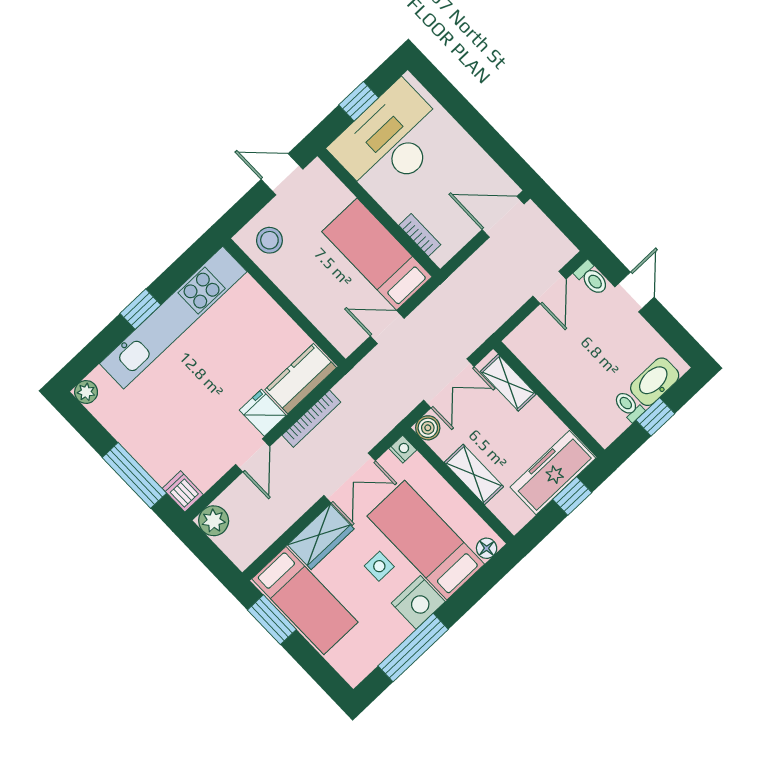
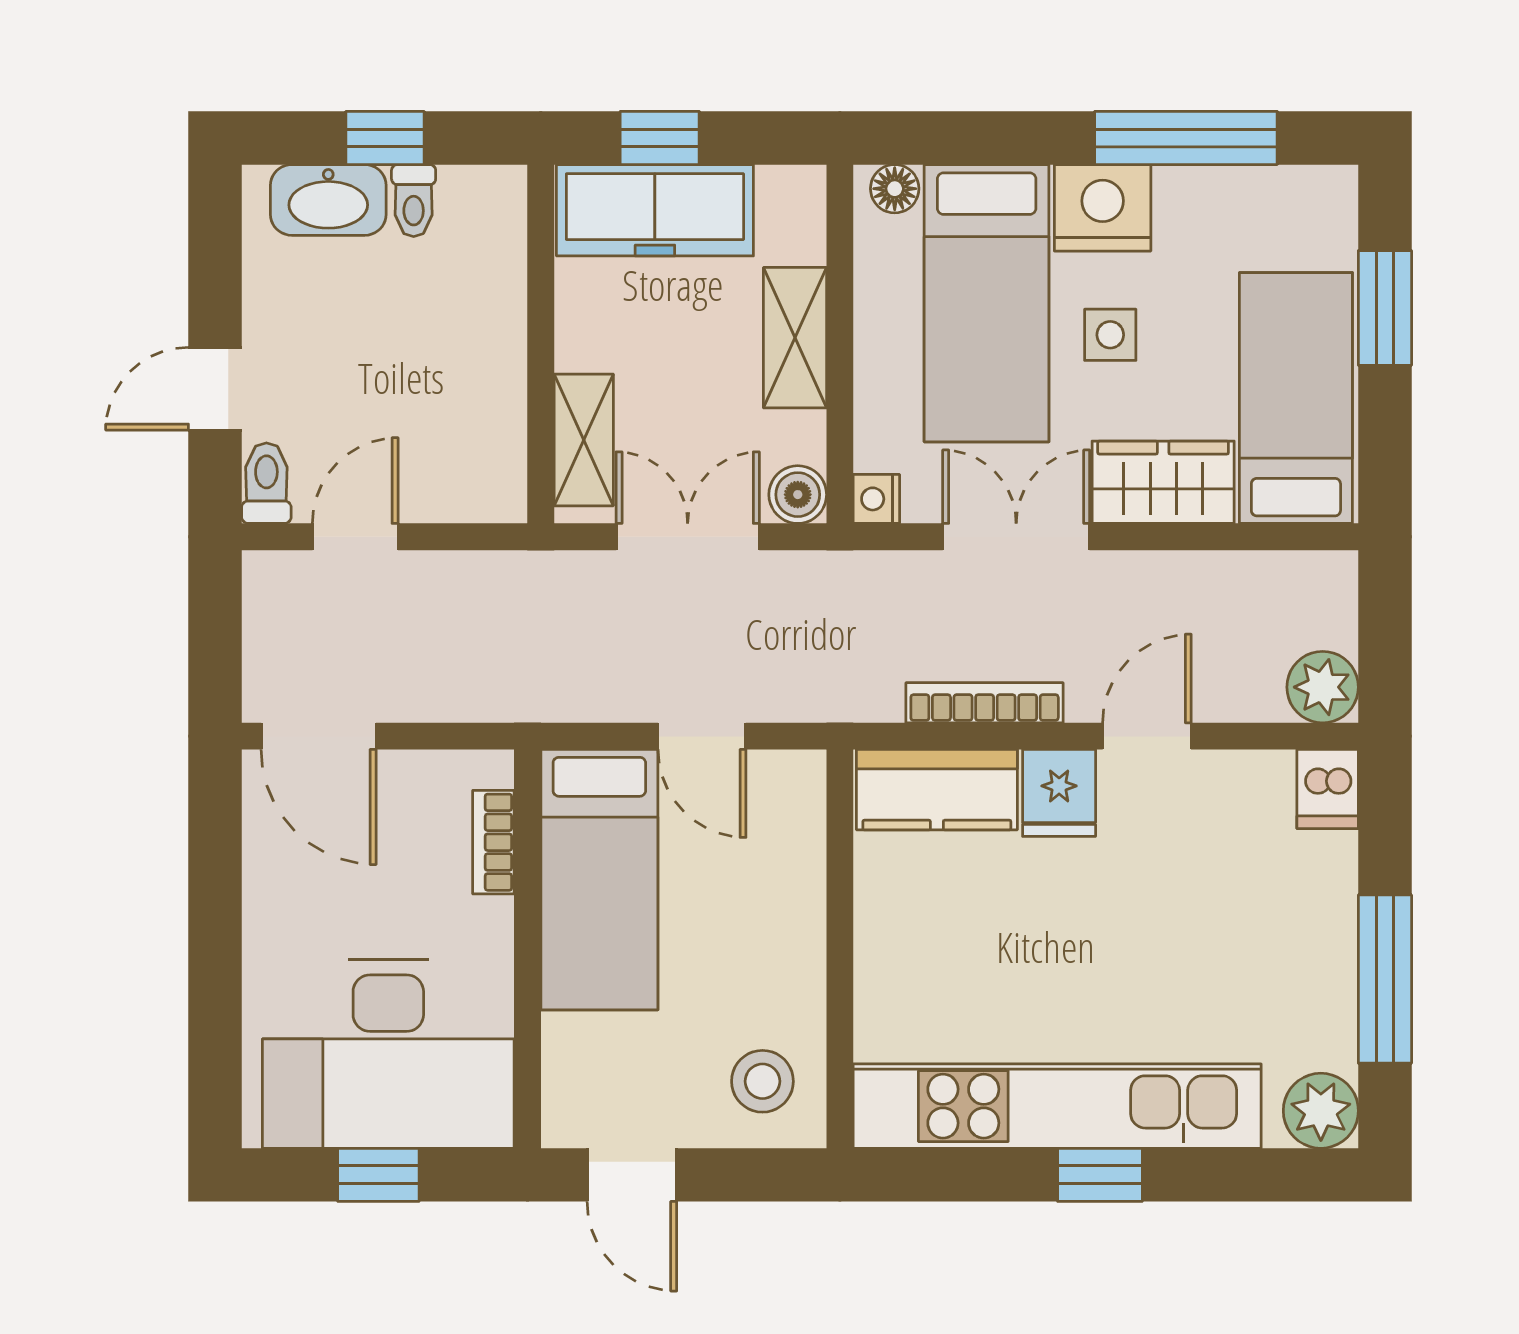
plant: (86, 392) -> (1321, 1111), width x1.38, depth x1.38
window: (134, 475) -> (1385, 979), moved
window: (272, 620) -> (1385, 308), moved

